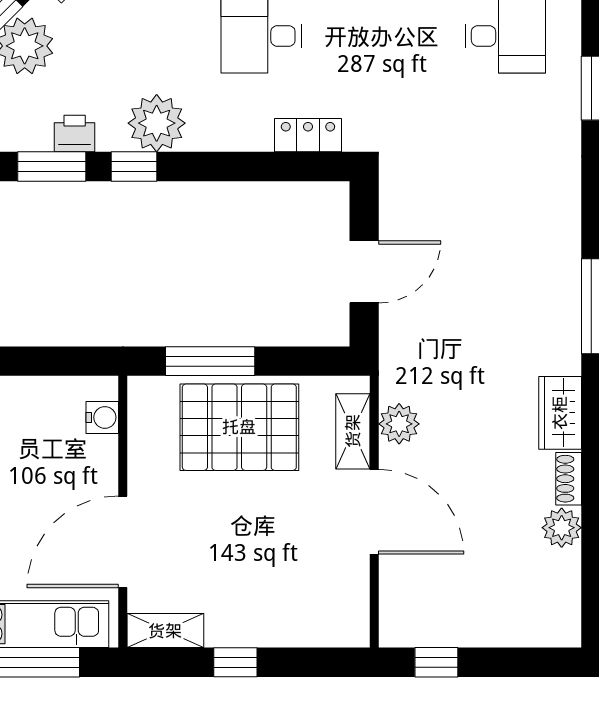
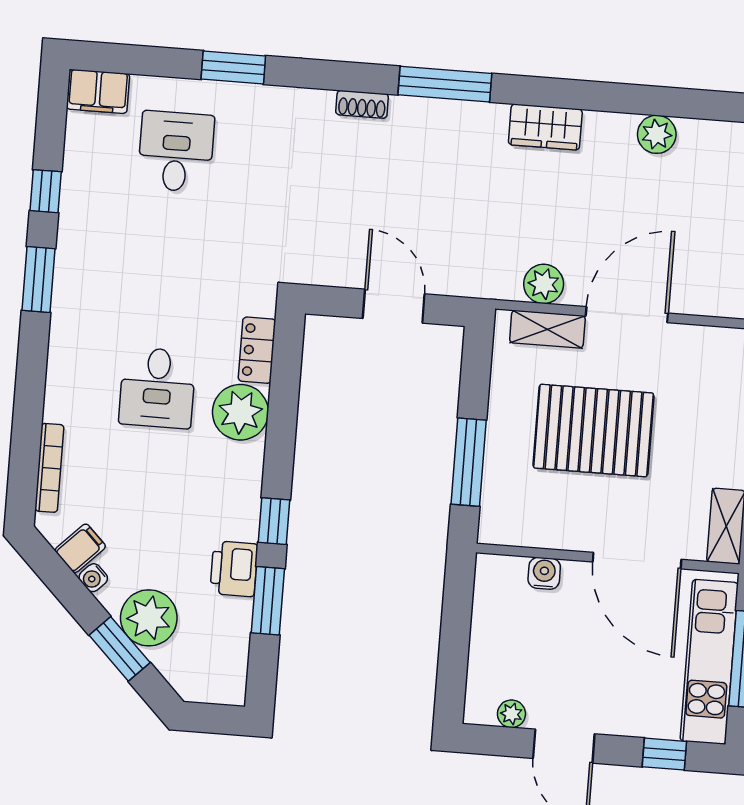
plant: (157, 123) -> (240, 412), moved
printer: (75, 134) -> (234, 569), width x1.36, depth x1.24
water cooler: (102, 417) -> (544, 573), moved
pallet: (239, 427) -> (593, 430), moved, turned 90
shoe rack: (569, 479) -> (362, 104), moved

